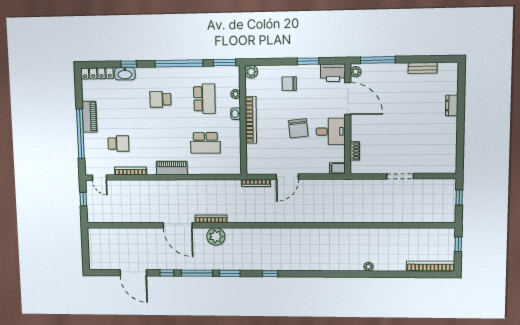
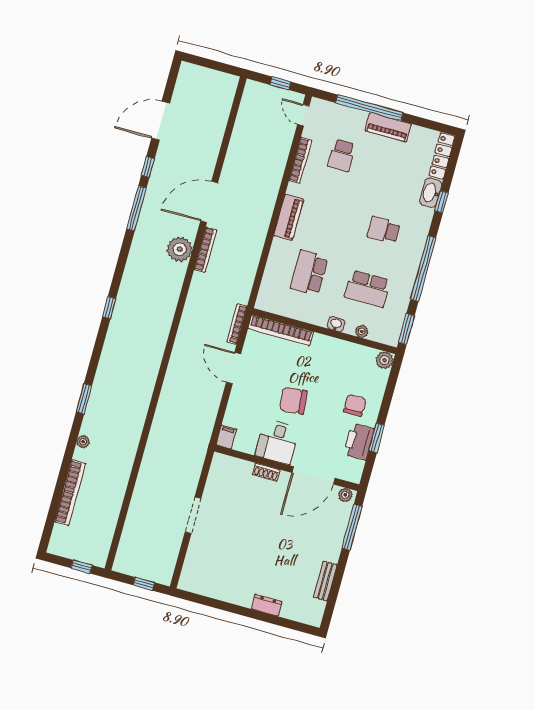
printer: (333, 73) -> (359, 442), moved
school desk: (160, 99) -> (384, 230), turned -90
bookcase: (251, 120) -> (281, 330), moved
shoe rack: (355, 151) -> (266, 472), moved
door: (99, 178) -> (303, 115), hinge flipped
bookcase: (431, 266) -> (70, 492), moved
window: (230, 273) -> (84, 399), moved

